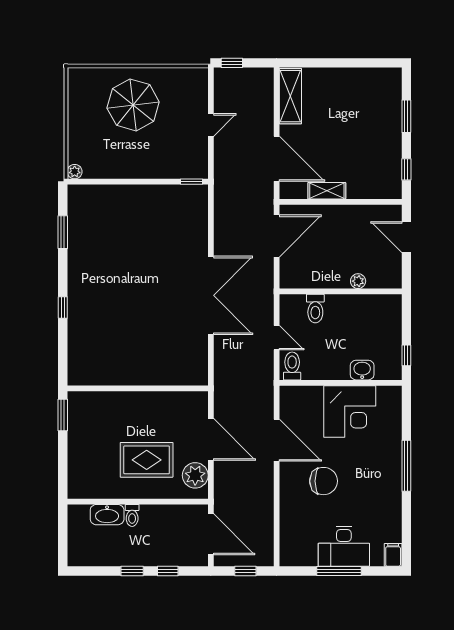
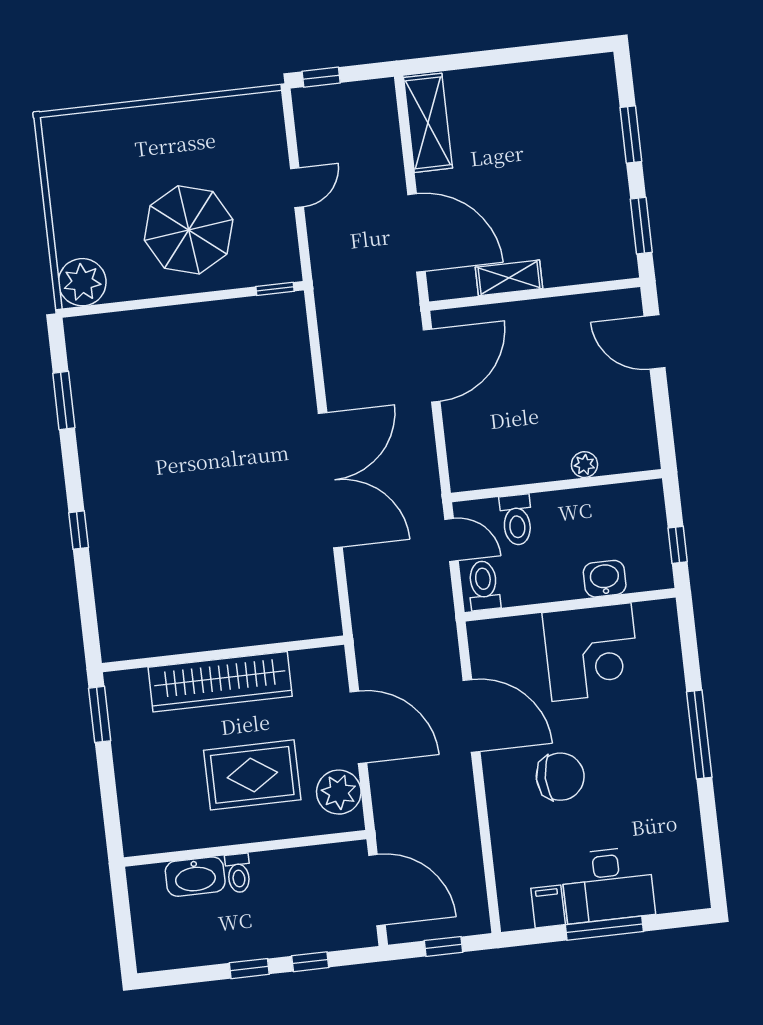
parasol: (133, 105) -> (189, 230), moved
window: (406, 169) -> (641, 226), width x1.50
plant: (75, 172) -> (82, 282), width x1.88, depth x1.88
plant: (358, 281) -> (584, 465), moved
wall: (341, 291) -> (556, 486), moved
toilet: (315, 309) -> (517, 520), moved
wardrobe: (134, 404) -> (220, 682), added
filing cabinet: (393, 555) -> (548, 906), moved

